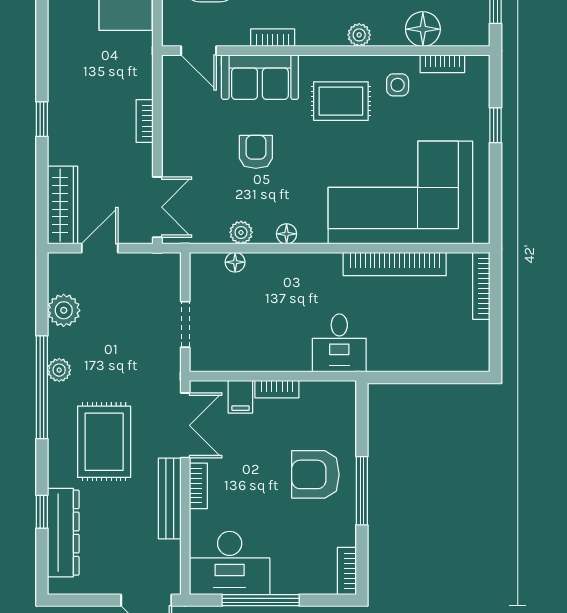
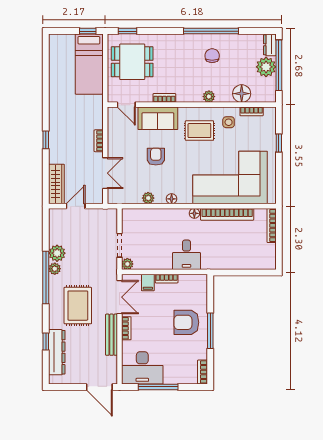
double door: (157, 207) -> (105, 173), moved
floor lamp: (235, 262) -> (194, 213), moved
plant: (64, 310) -> (57, 253), moved
desk: (339, 343) -> (186, 255), moved
plant: (201, 361) -> (127, 264), added

